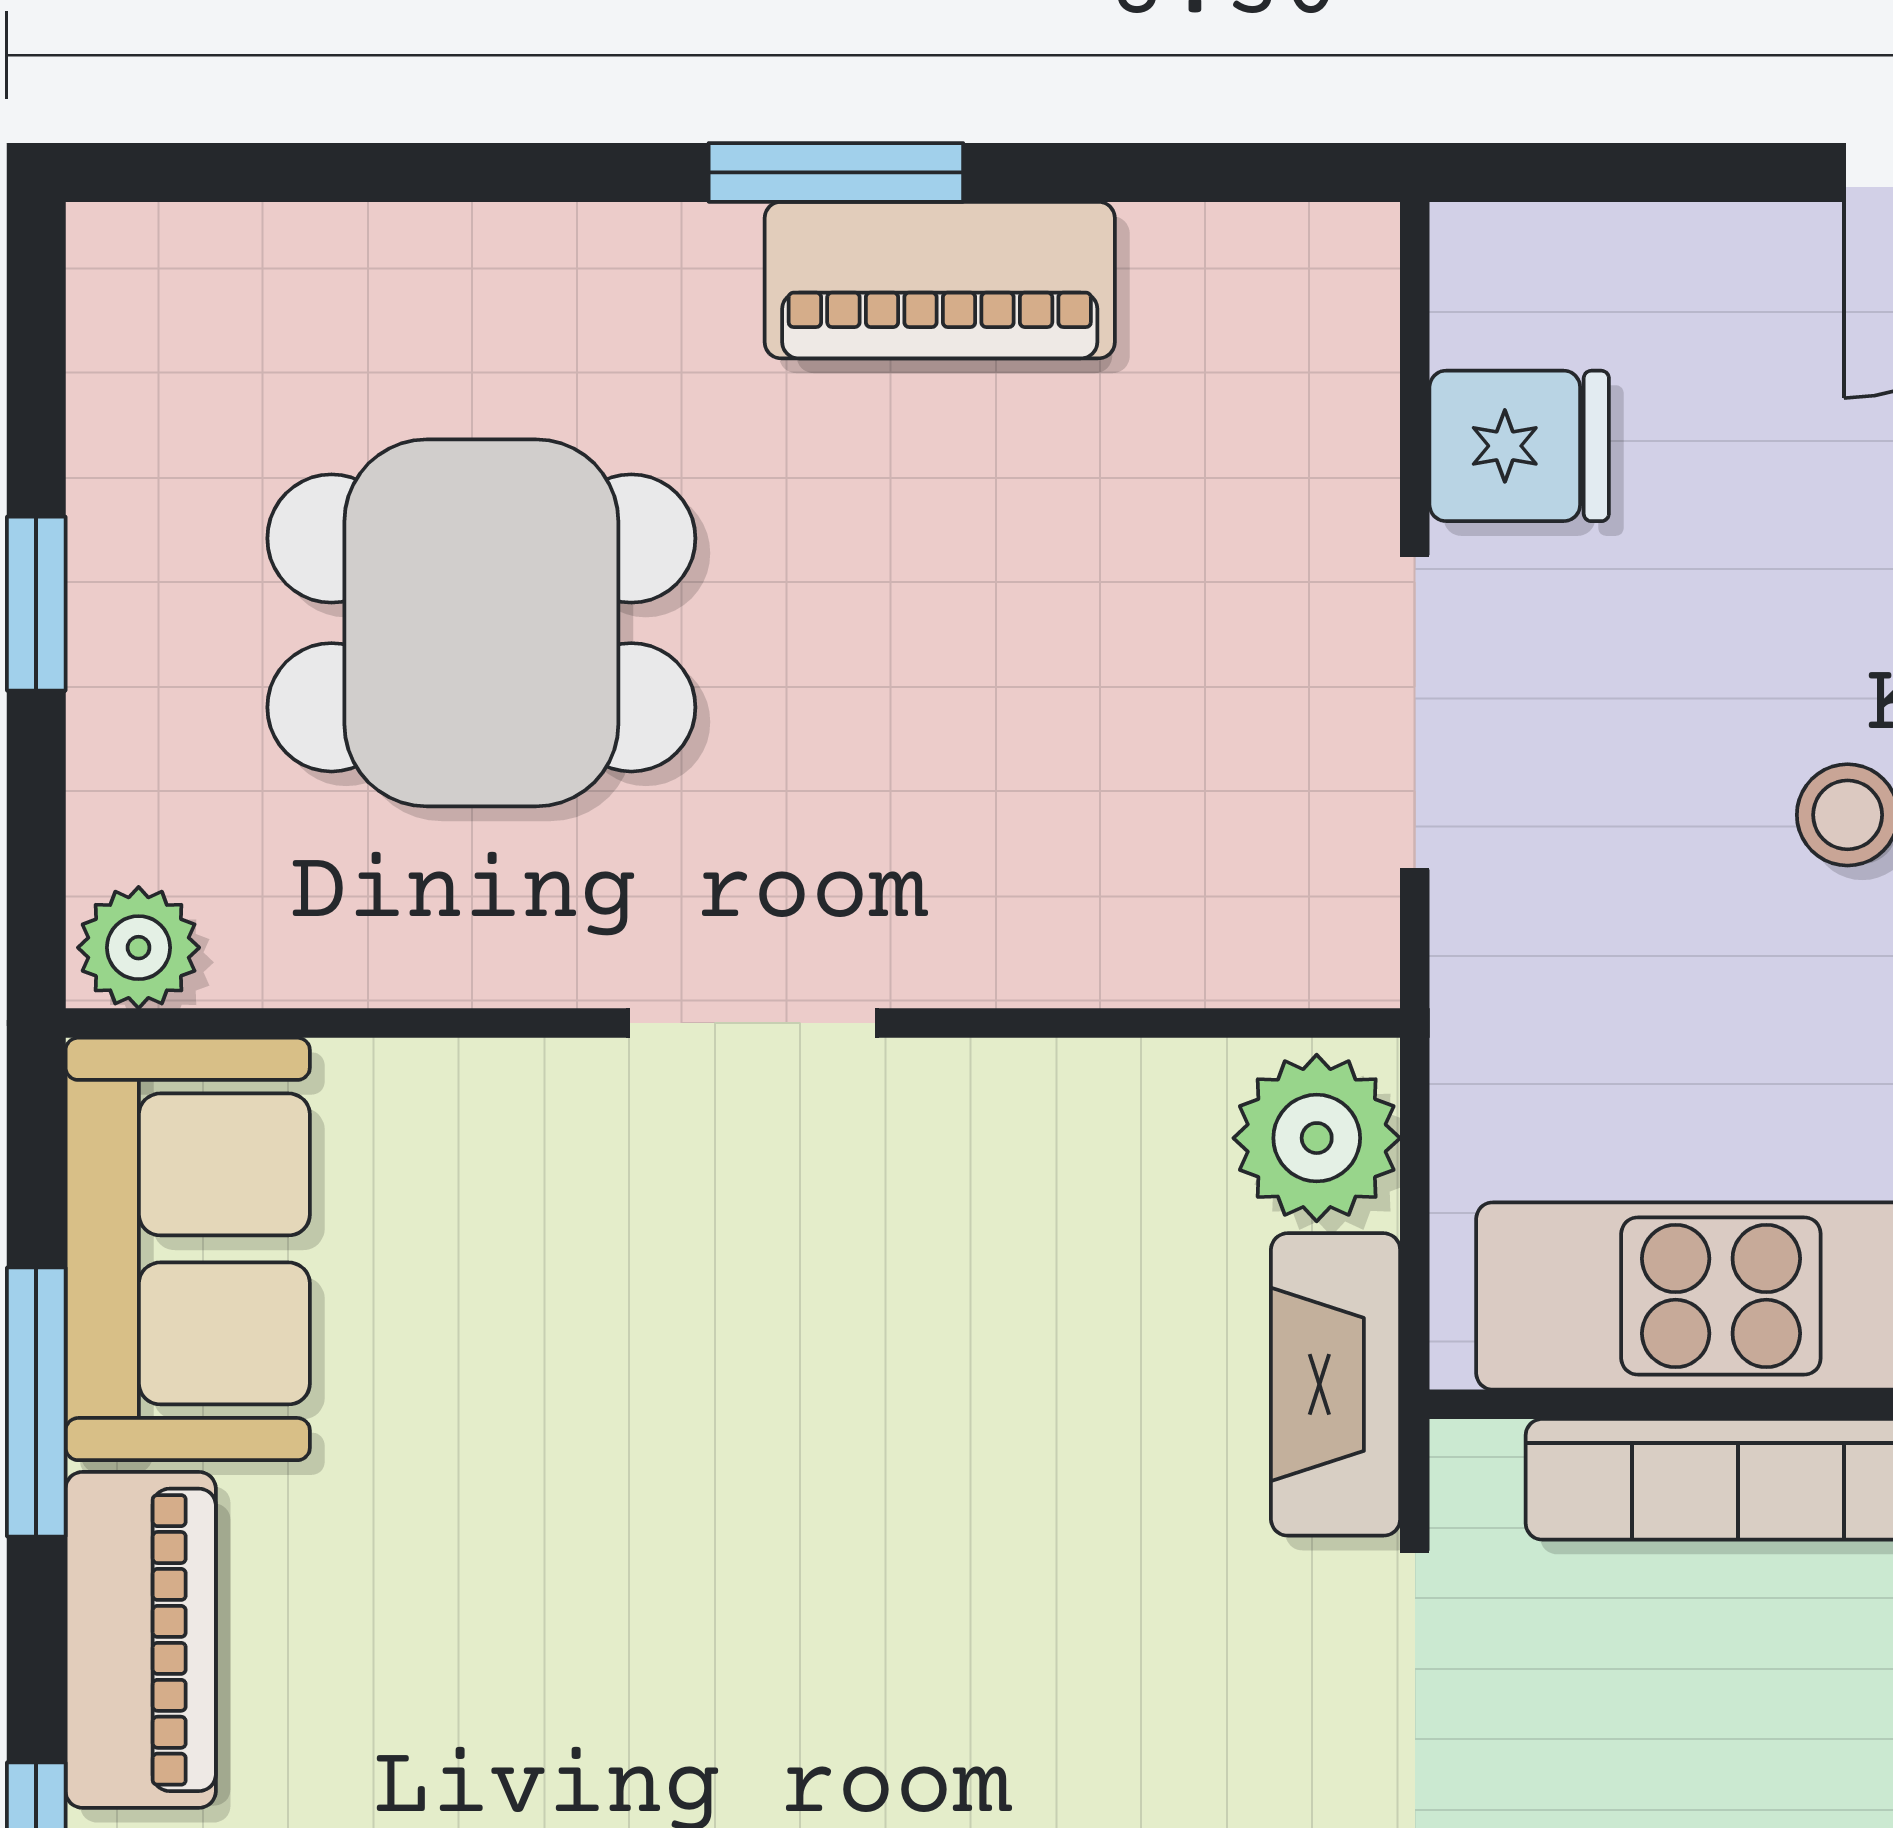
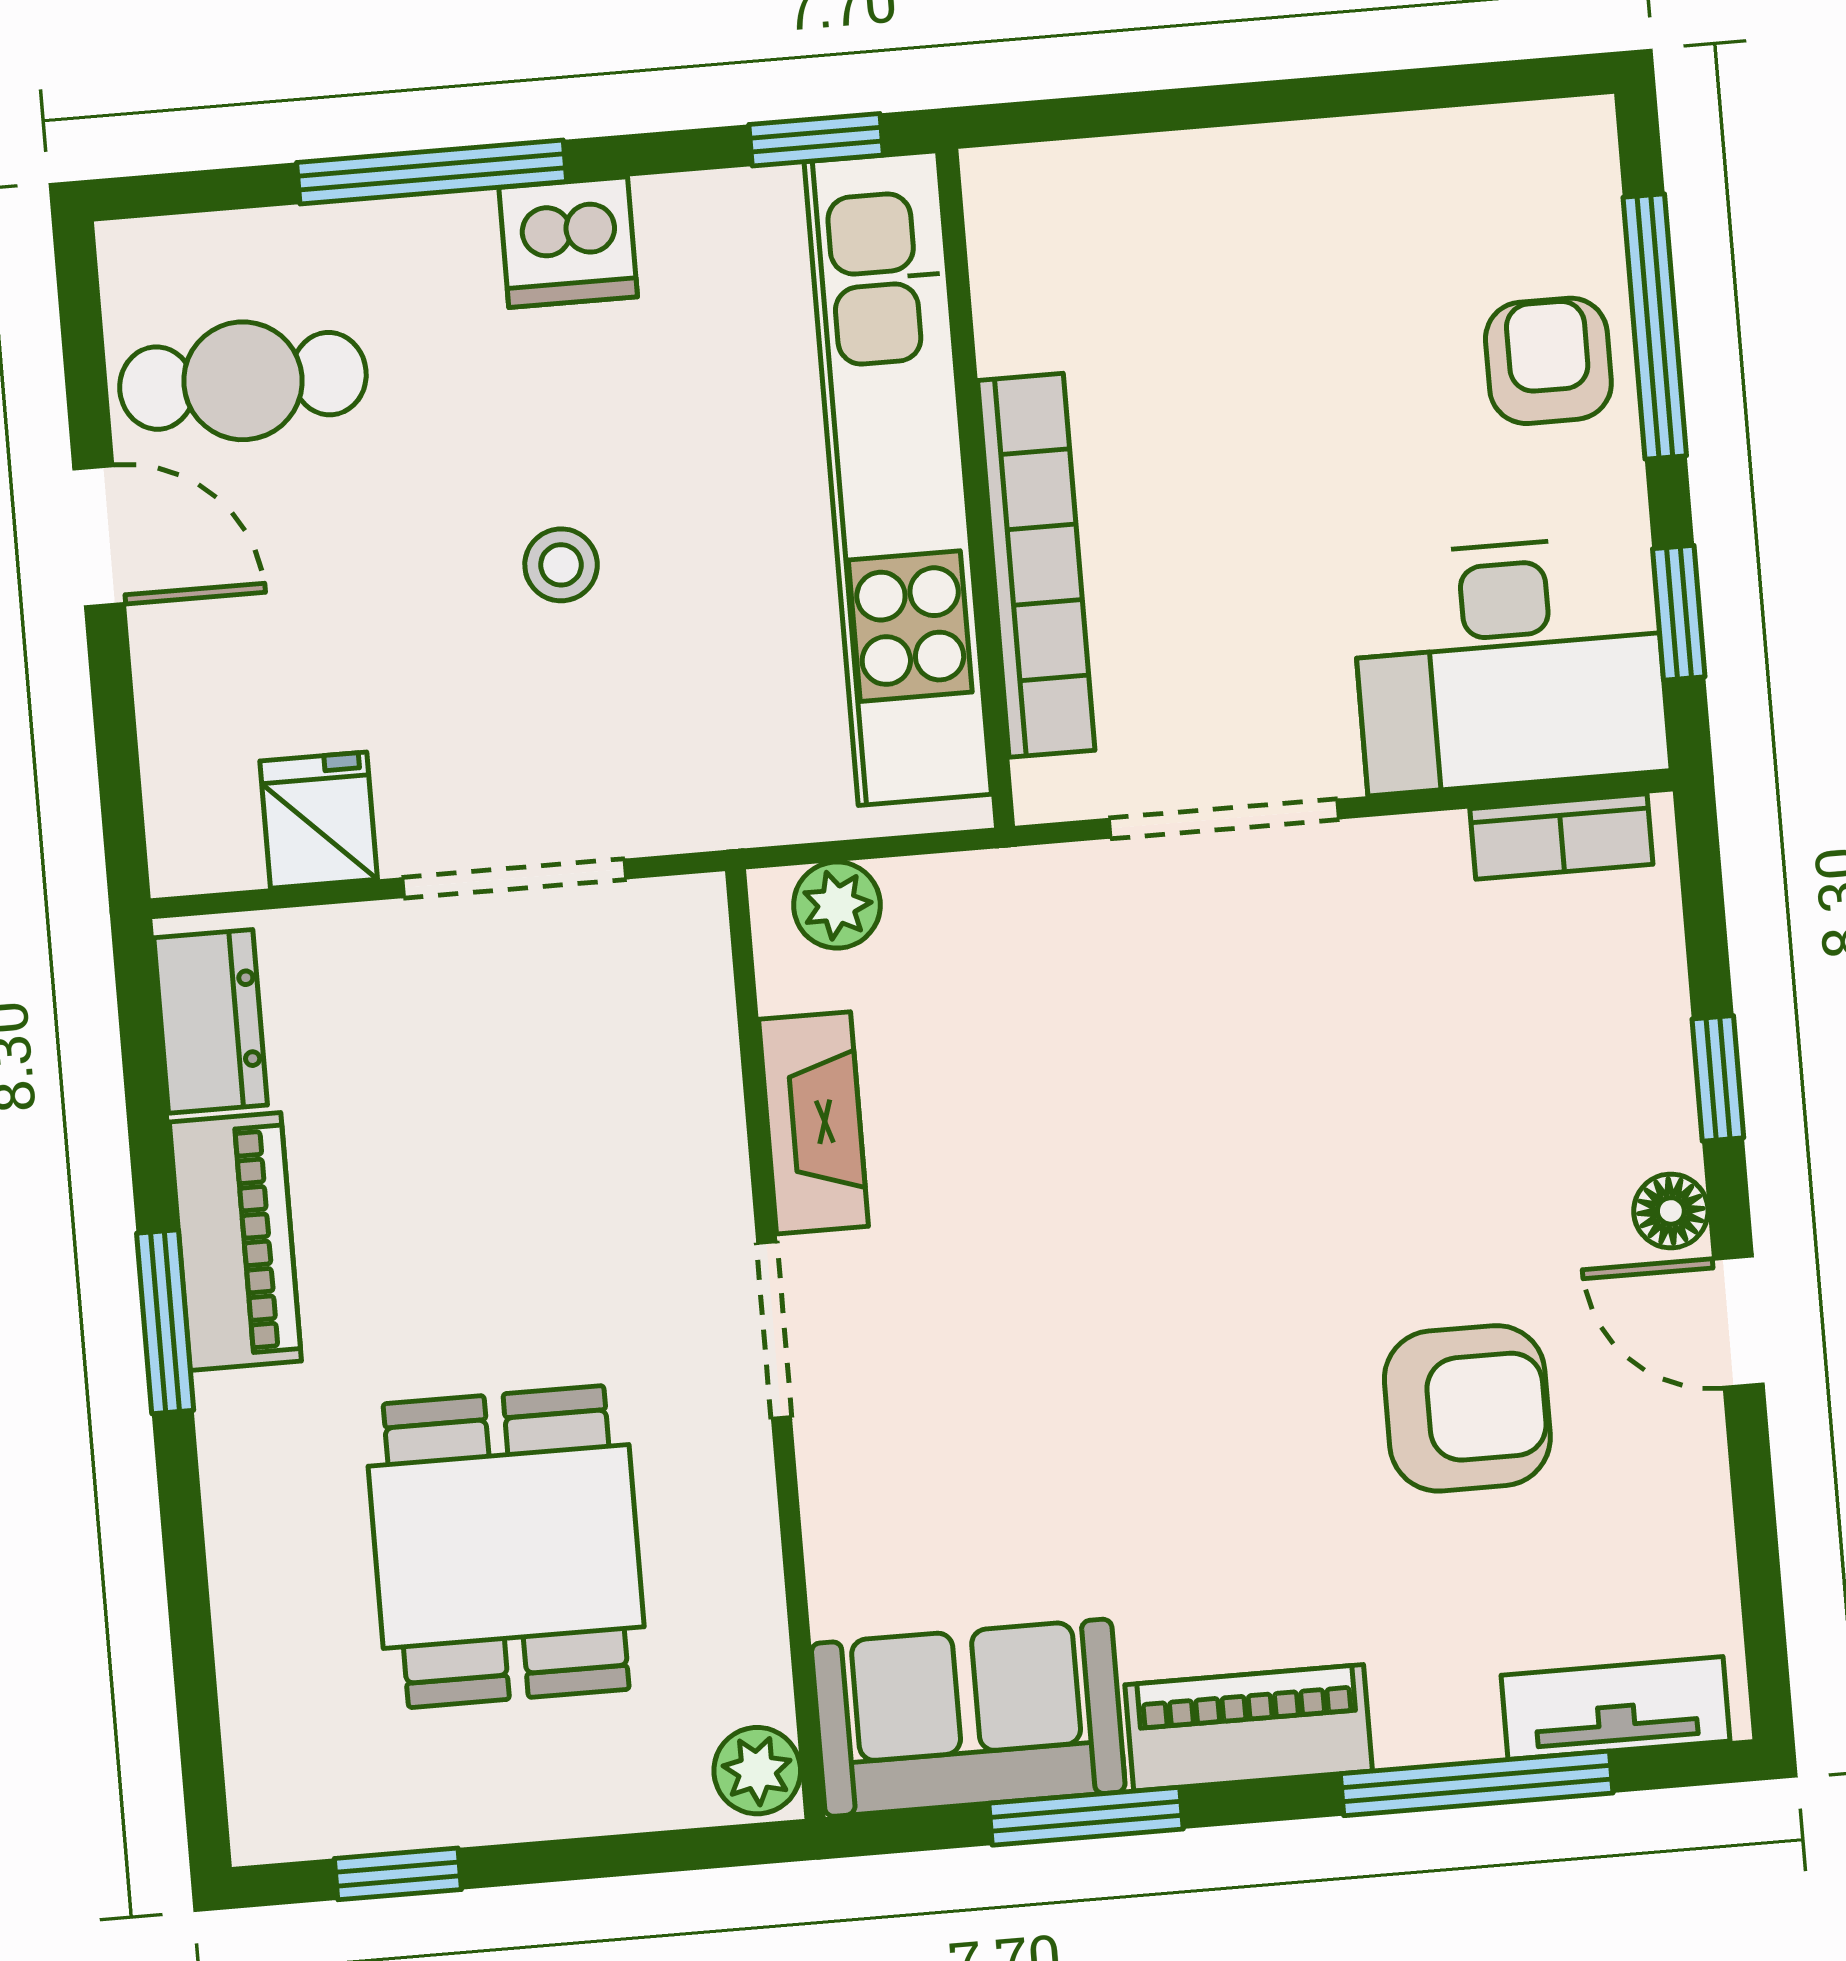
dresser: (1250, 271) -> (211, 1021), added
window: (36, 604) -> (398, 1874), moved
plant: (1317, 1138) -> (837, 905), width x0.73, depth x0.73
fireplace: (1336, 1384) -> (813, 1123), moved, turned -90

